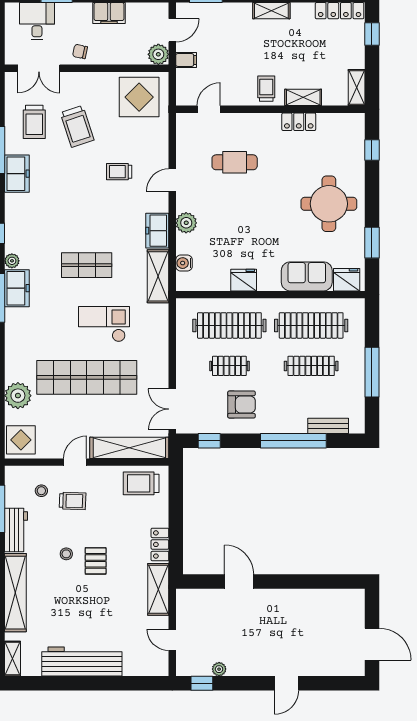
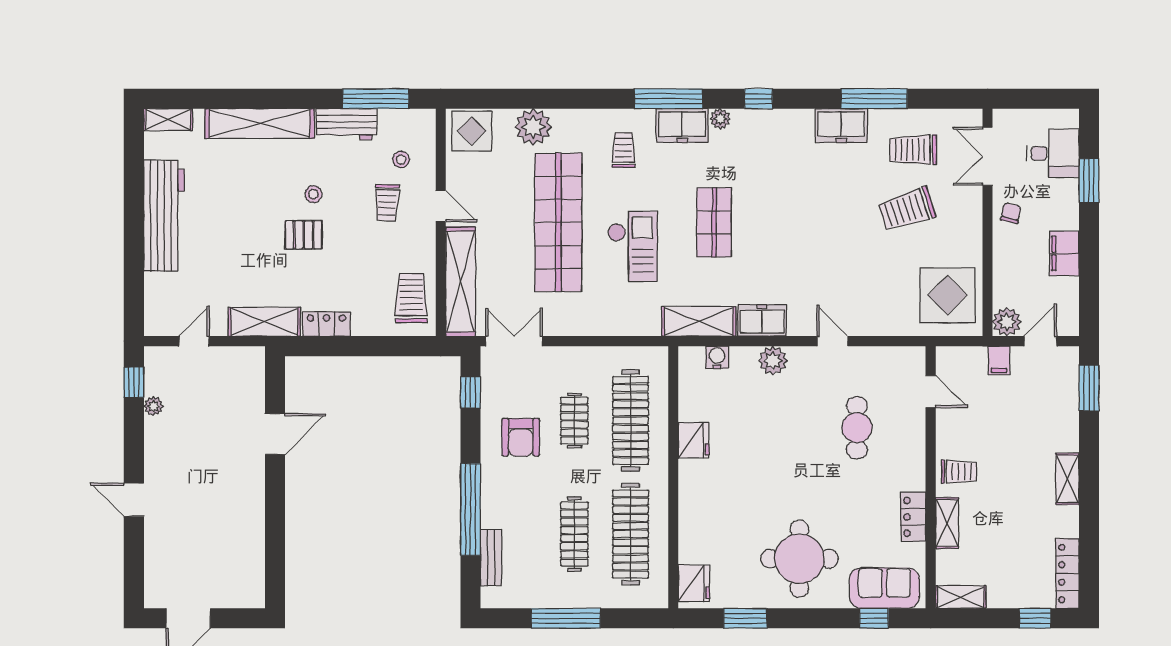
door: (172, 30) -> (1040, 341), swing flipped
trolley: (119, 172) -> (623, 150), moved
sofa: (307, 276) -> (884, 588), moved, turned -90

